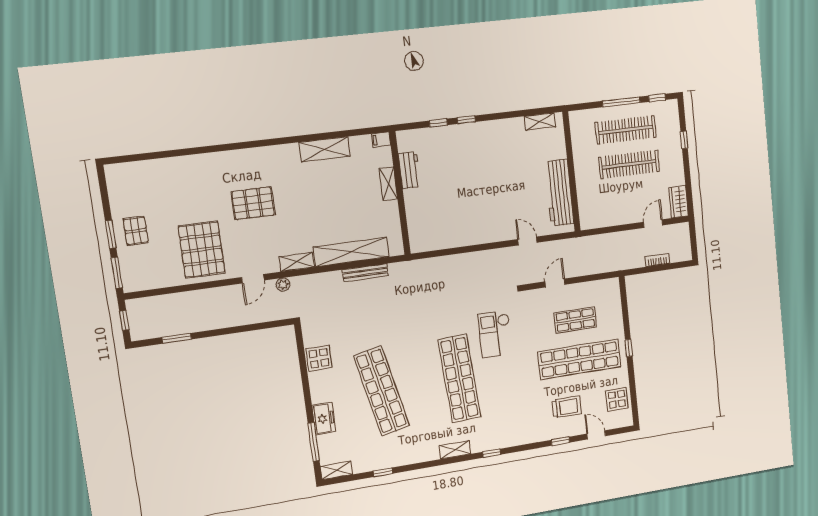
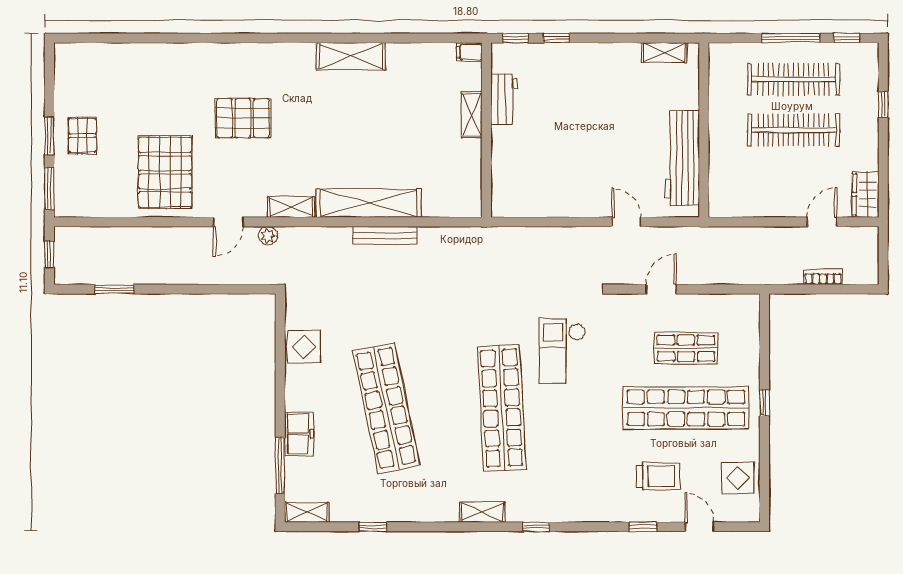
filing cabinet: (381, 140) -> (469, 52), moved
workbench: (409, 170) -> (504, 99), moved
shelving: (388, 184) -> (472, 115), moved
wall: (400, 193) -> (486, 130), moved

